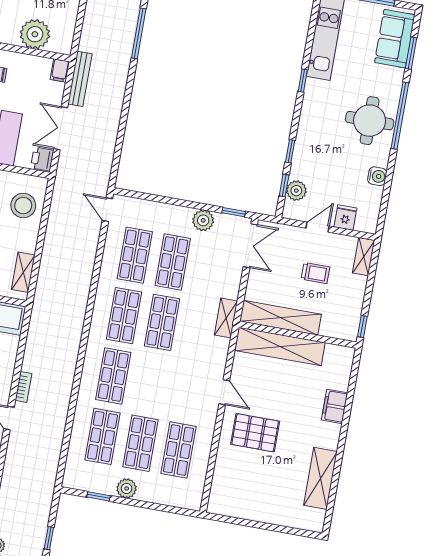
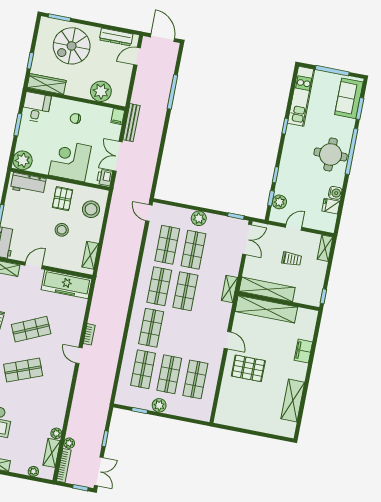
fridge: (345, 218) -> (331, 206), moved, turned -90
plant: (203, 220) -> (199, 218), moved

